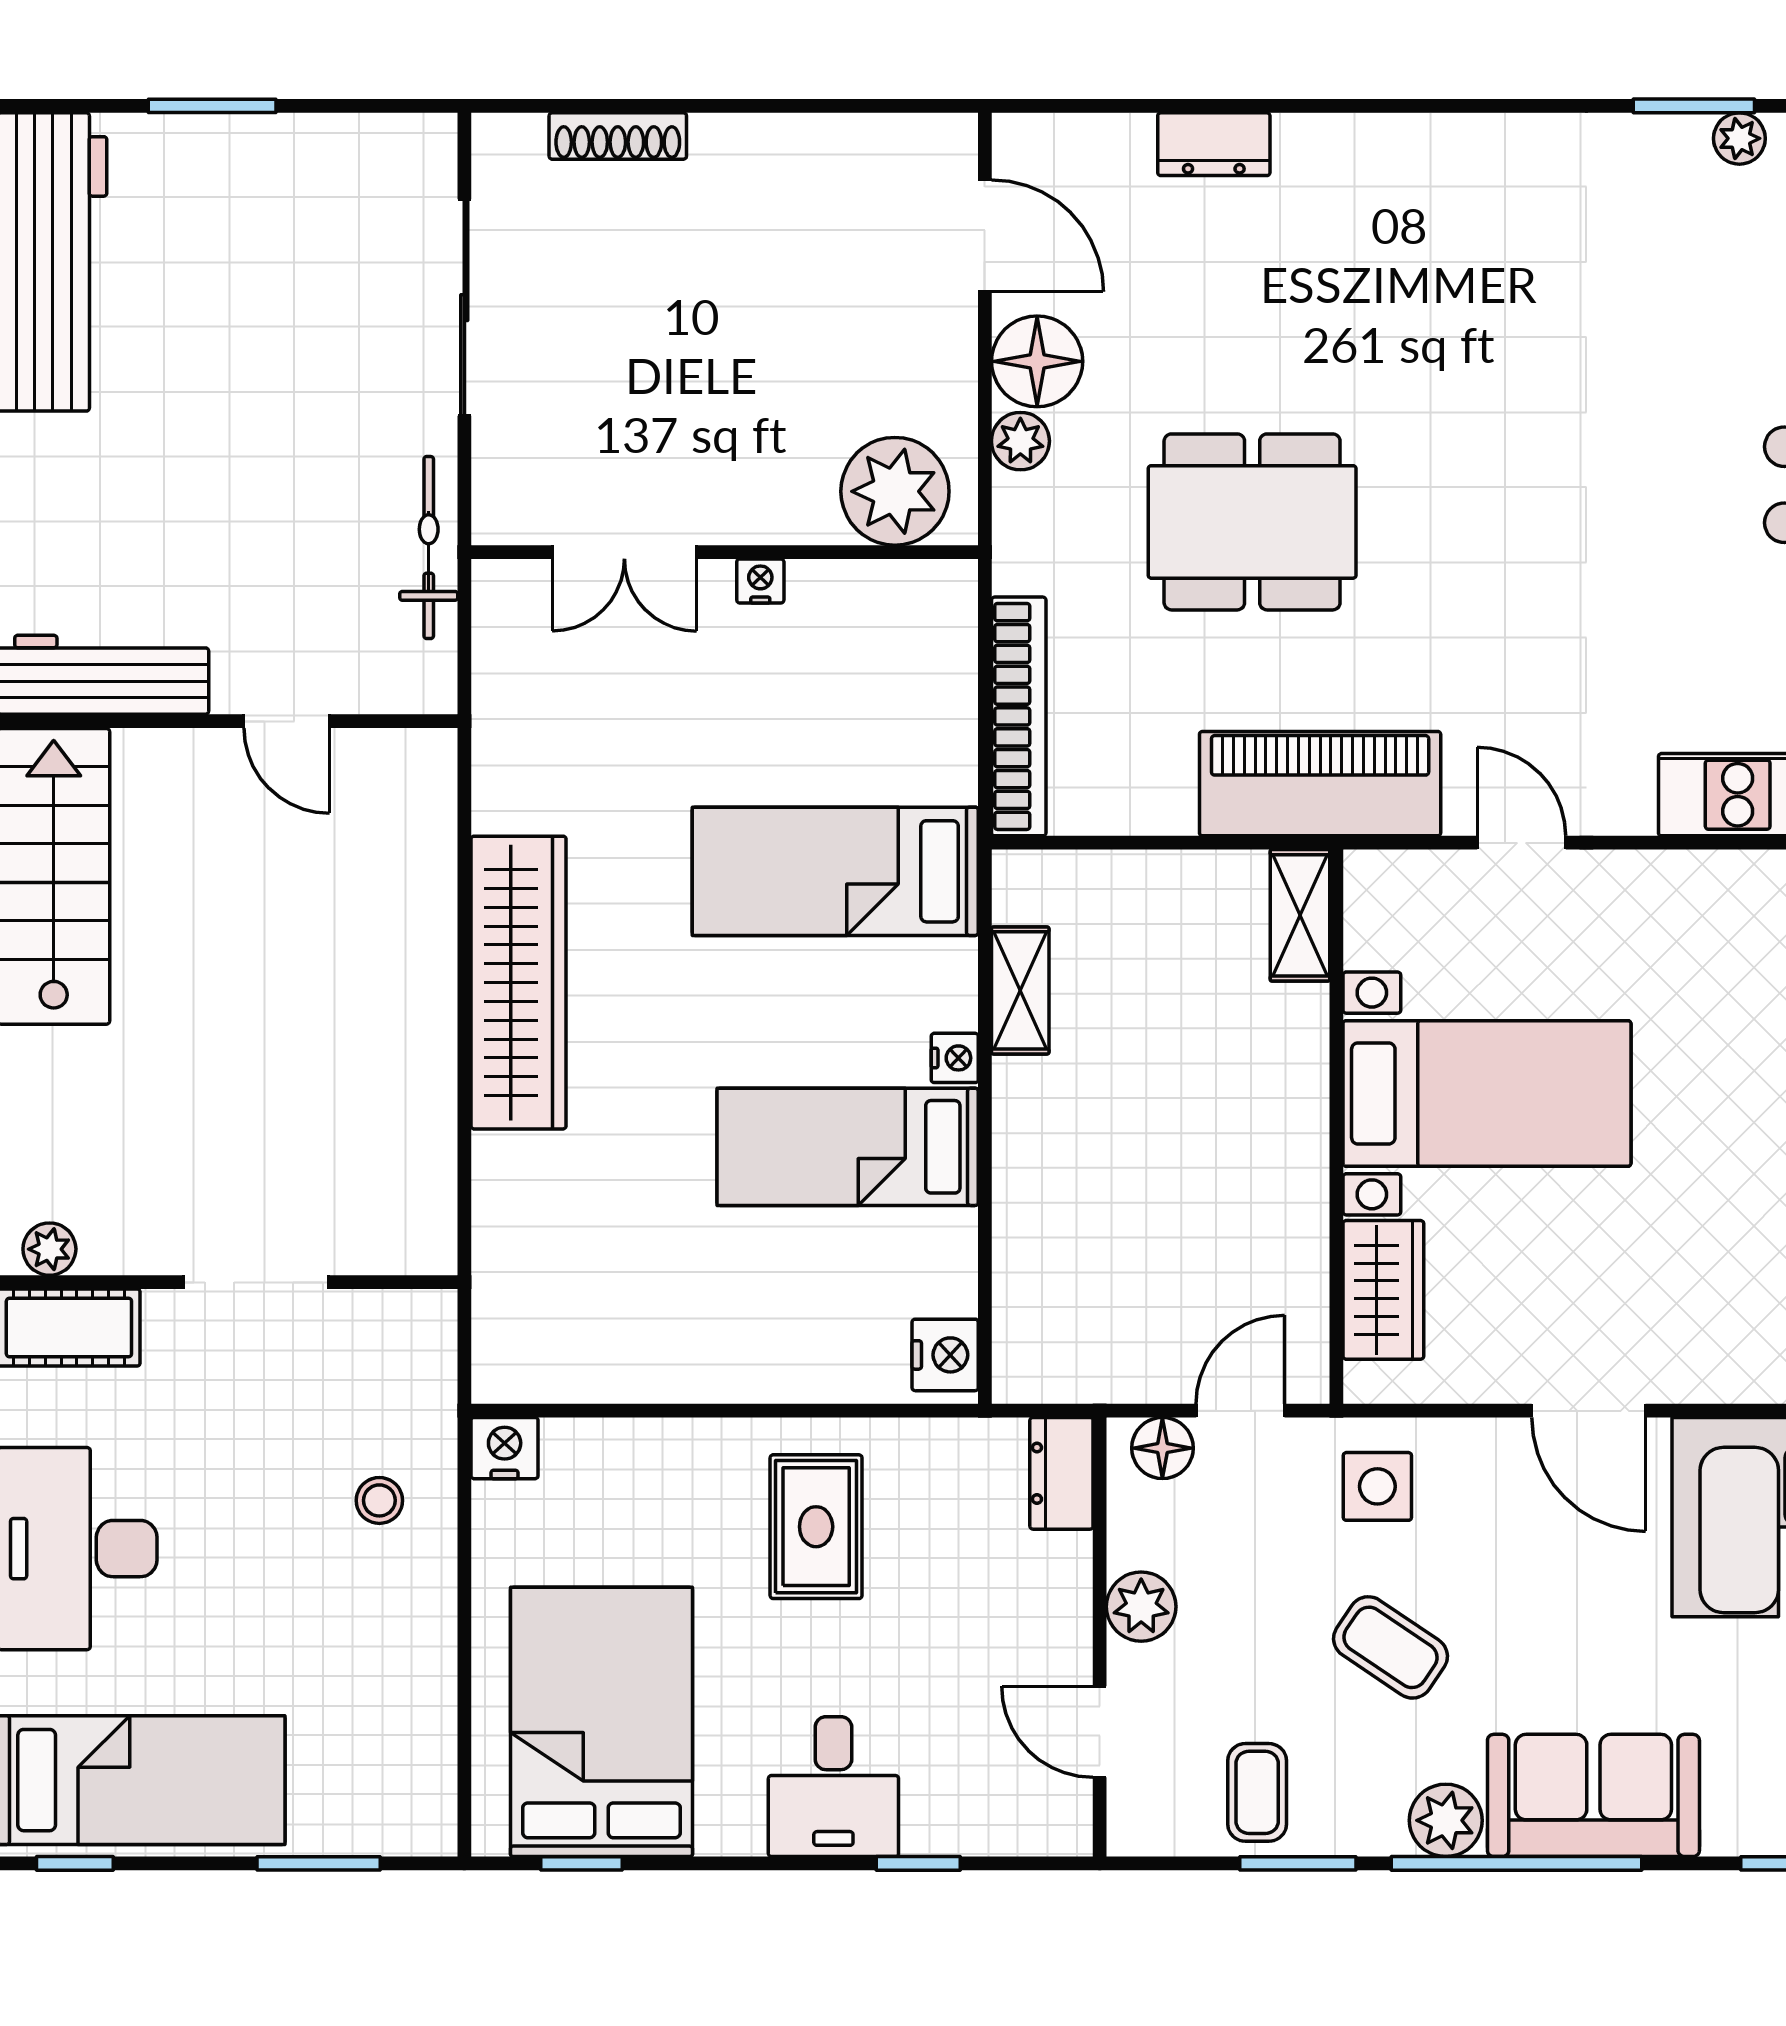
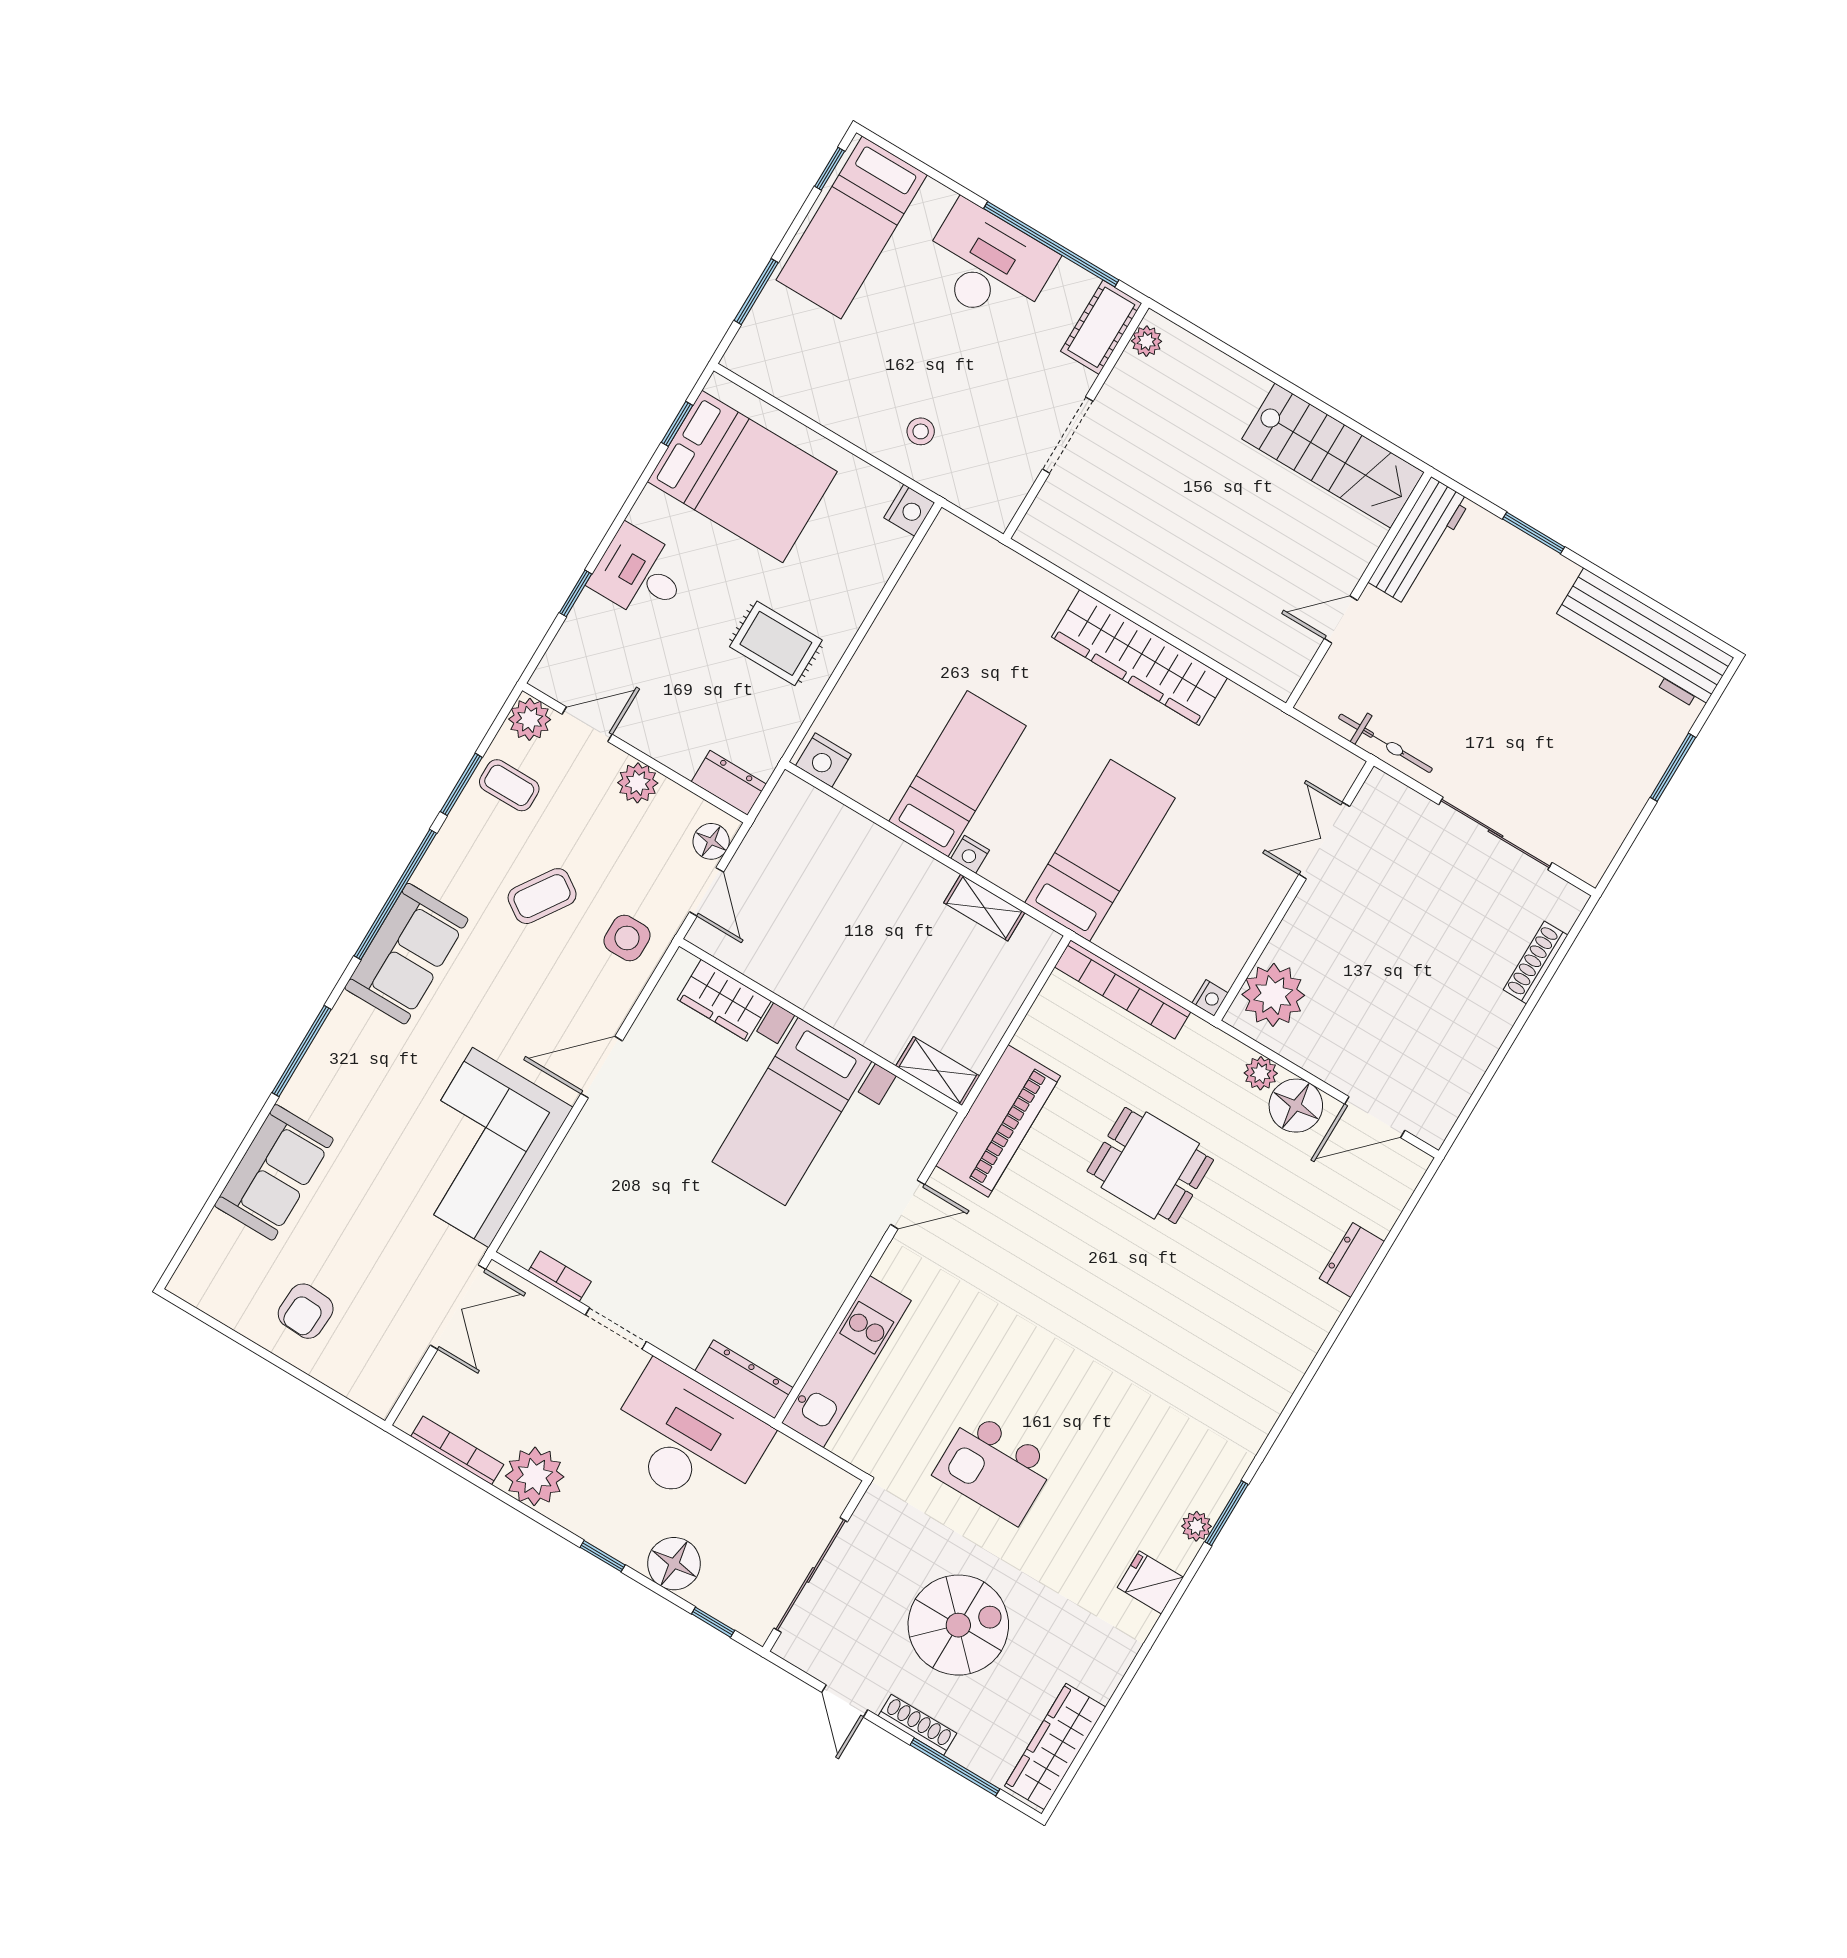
dining table: (1252, 522) -> (1150, 1165), width x0.73
nightstand: (760, 581) -> (1210, 998), moved
plant: (1446, 1820) -> (530, 719), moved

